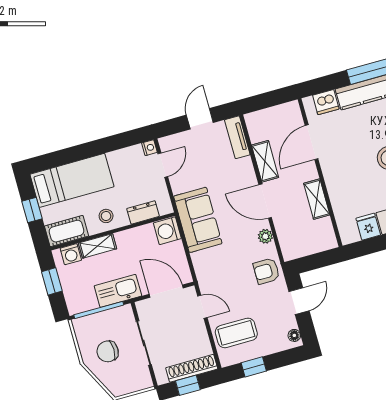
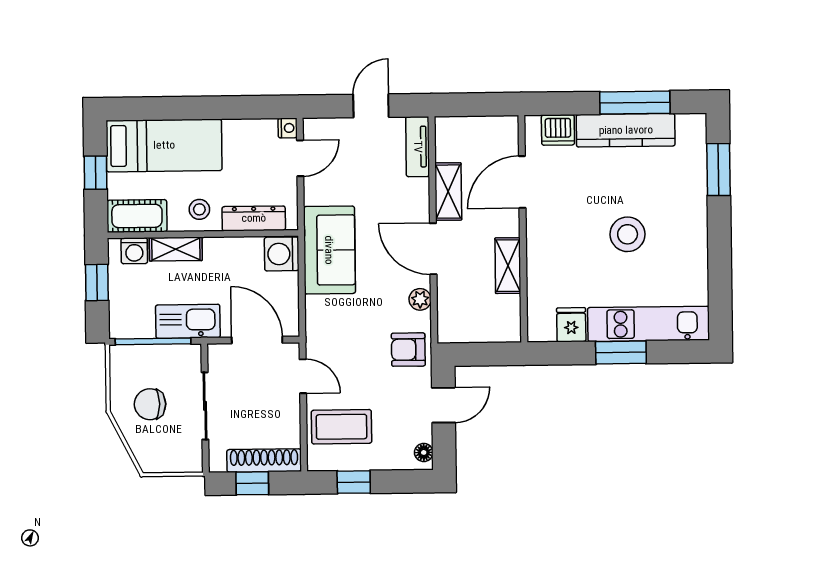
dresser: (143, 212) -> (254, 218), width x1.44

